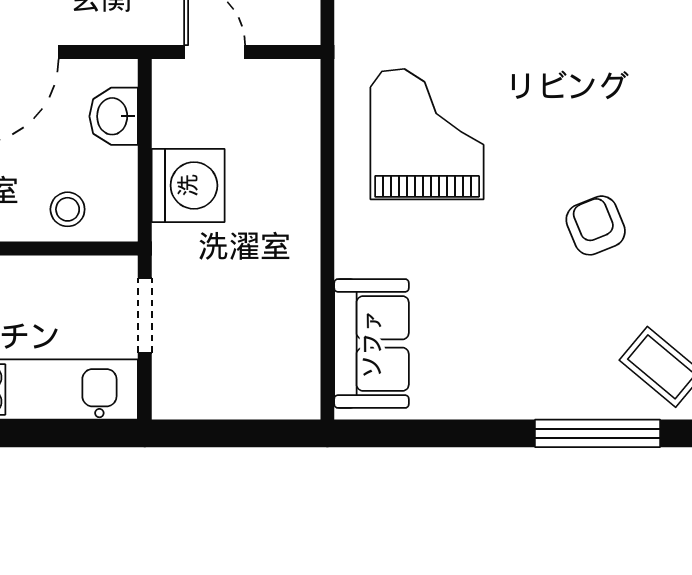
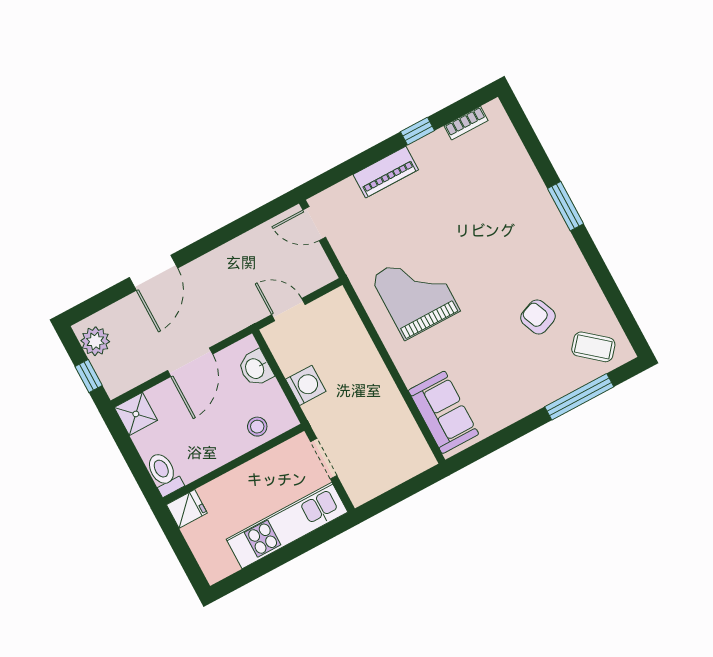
washing machine: (188, 185) -> (306, 385), width x0.73, depth x0.73
armchair: (596, 225) -> (538, 317), moved

